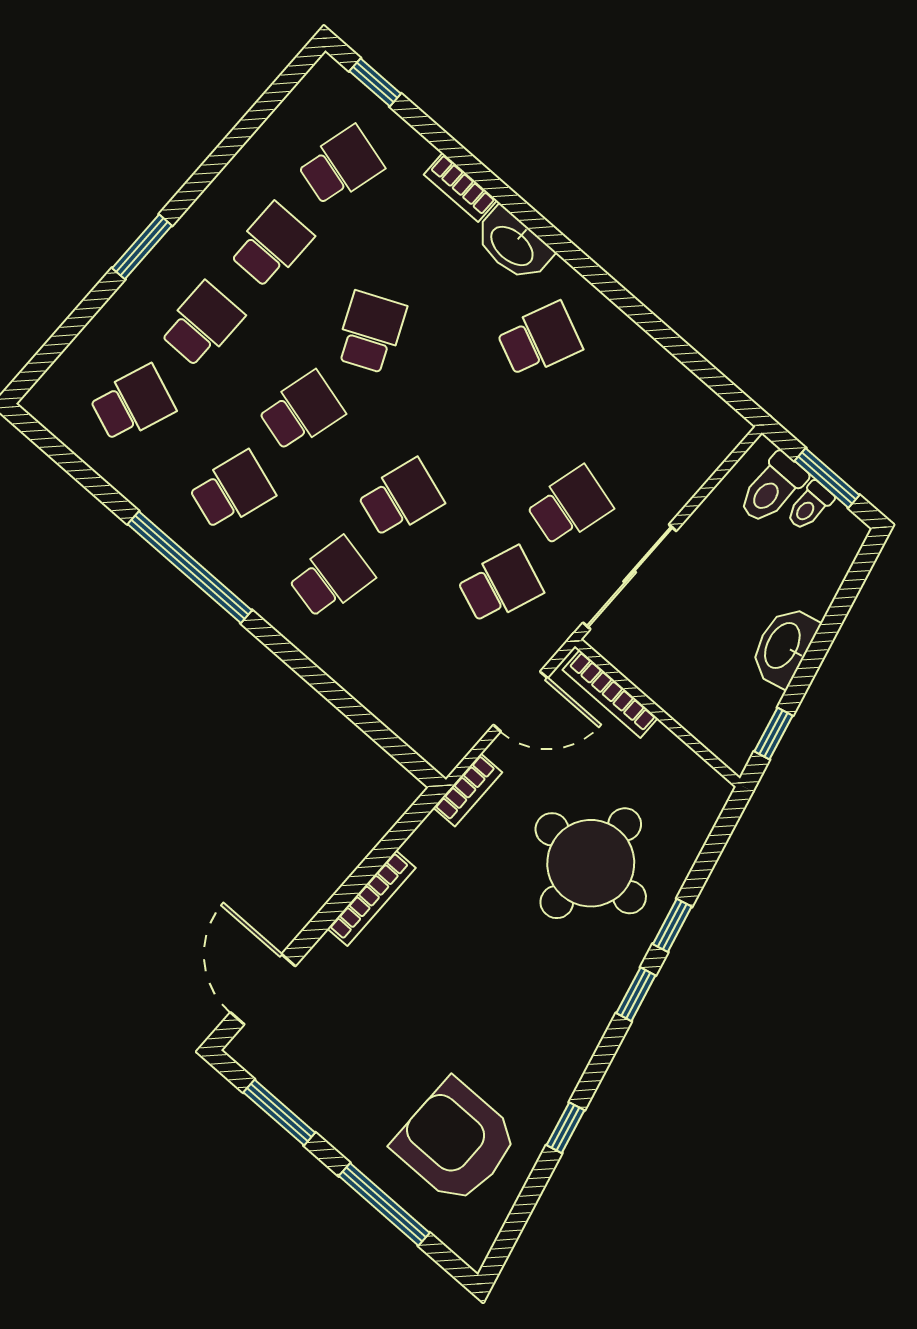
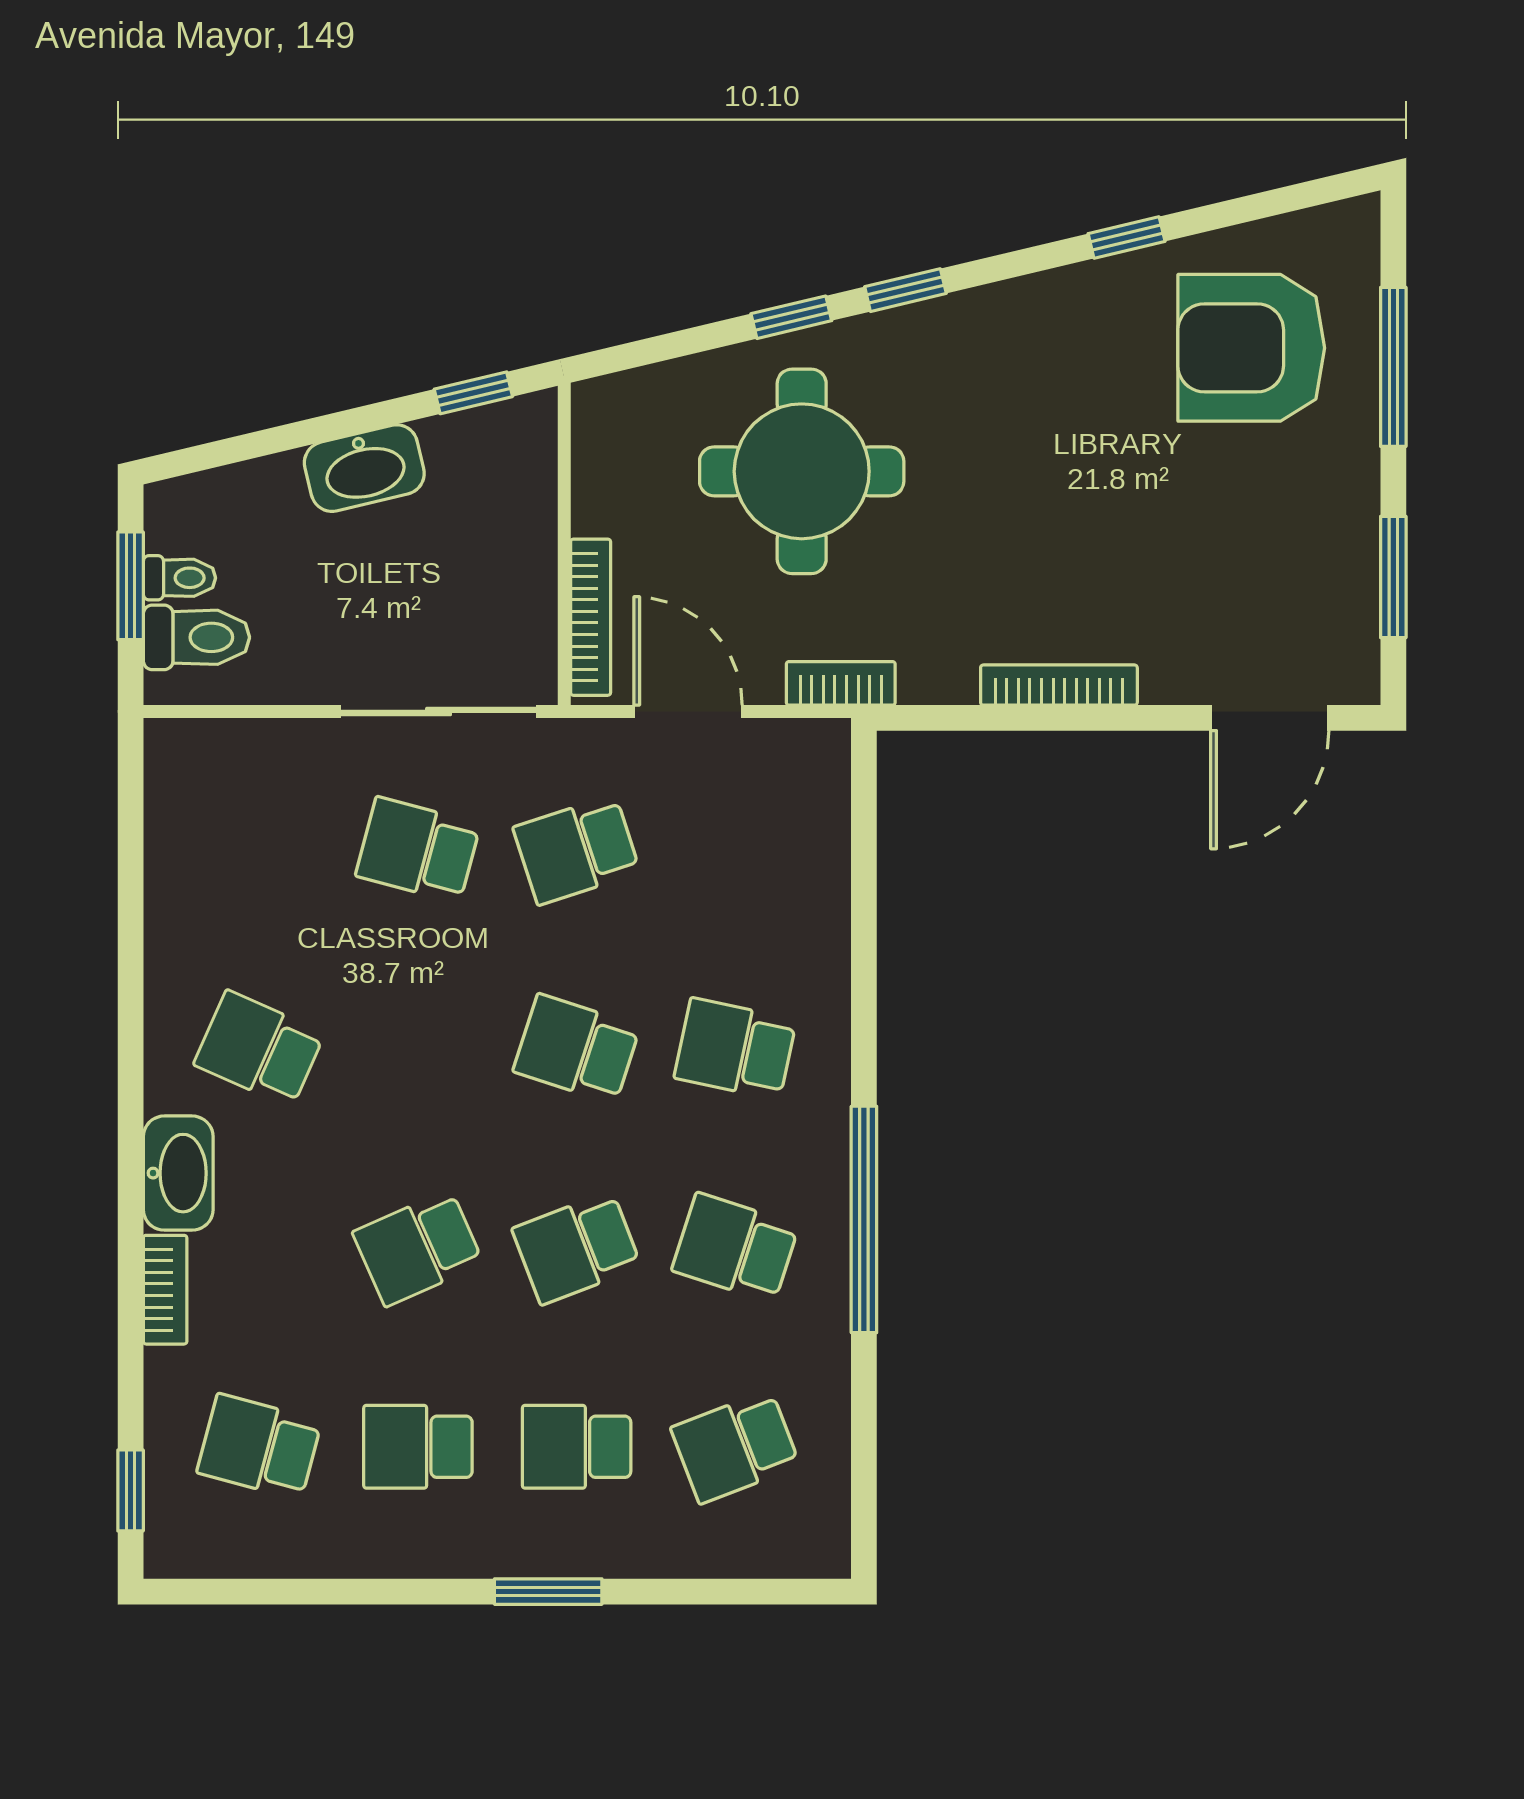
school desk: (133, 404) -> (735, 1447), turned -42
school desk: (301, 411) -> (577, 1248), turned -36
school desk: (500, 585) -> (577, 850), turned -39
armchair: (456, 1142) -> (1251, 348), turned 90

